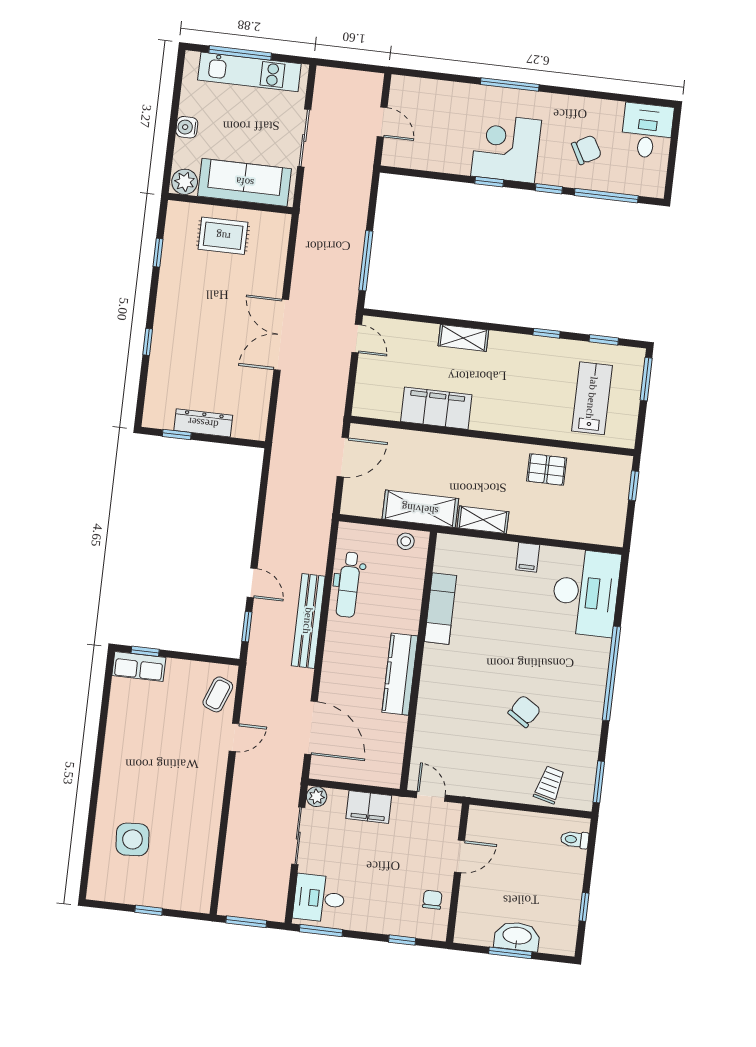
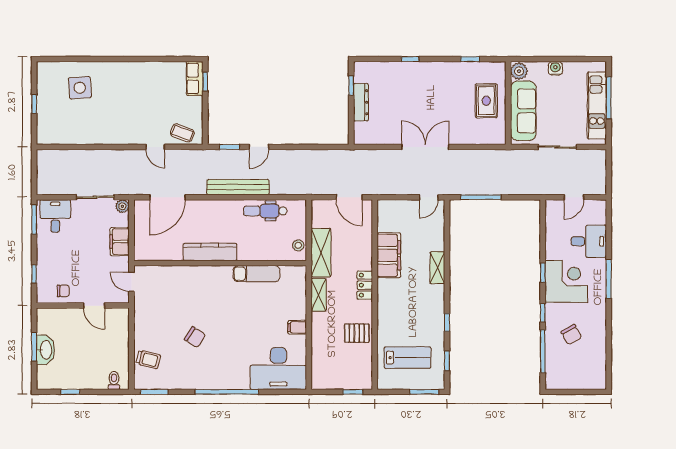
desk: (647, 131) -> (589, 241), moved
locker: (477, 449) -> (365, 285), added
pallet: (547, 470) -> (357, 333), turned 90
door: (431, 796) -> (131, 282), swing flipped
window: (246, 922) -> (34, 169), removed

